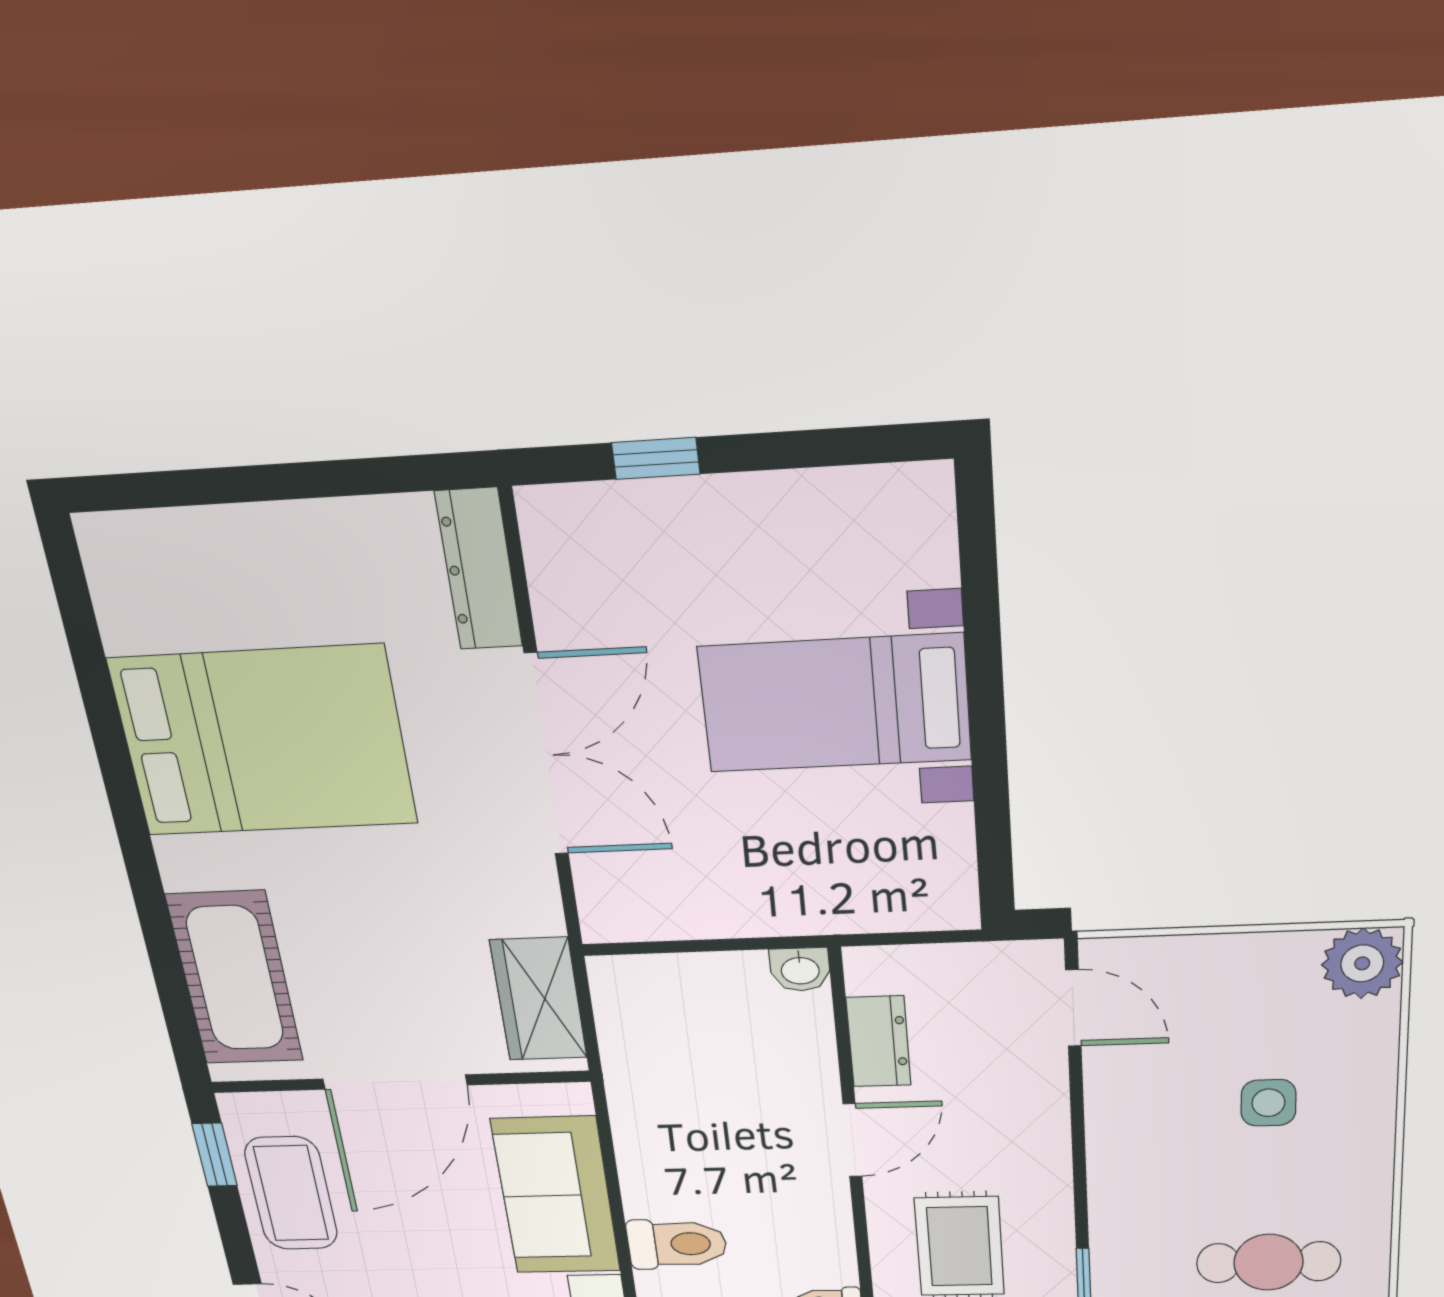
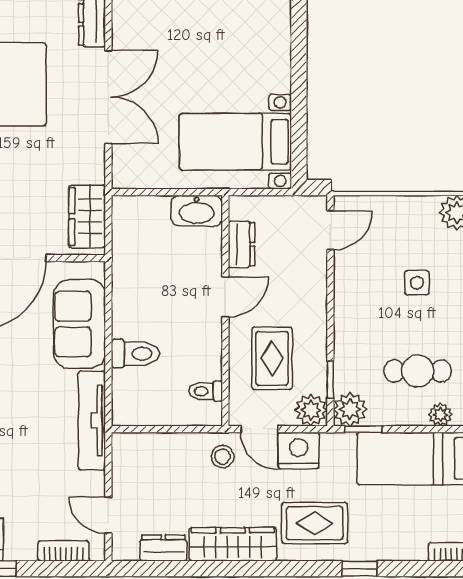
bed with nightstands: (835, 703) -> (235, 142), moved
washbasin: (800, 970) -> (197, 211), width x1.91, depth x1.45
door: (1073, 1008) -> (330, 230), hinge flipped

